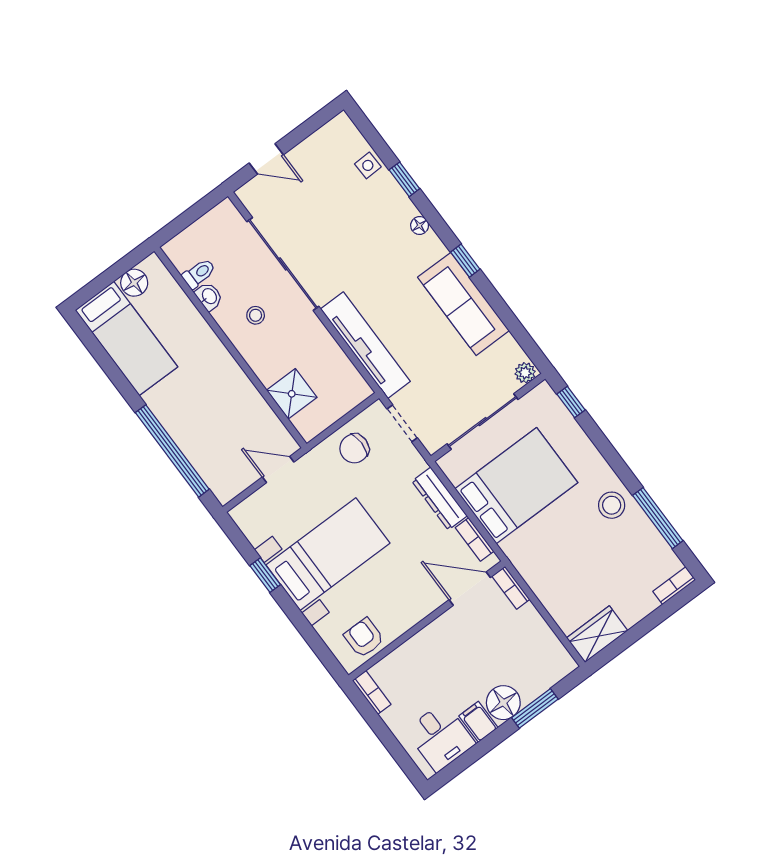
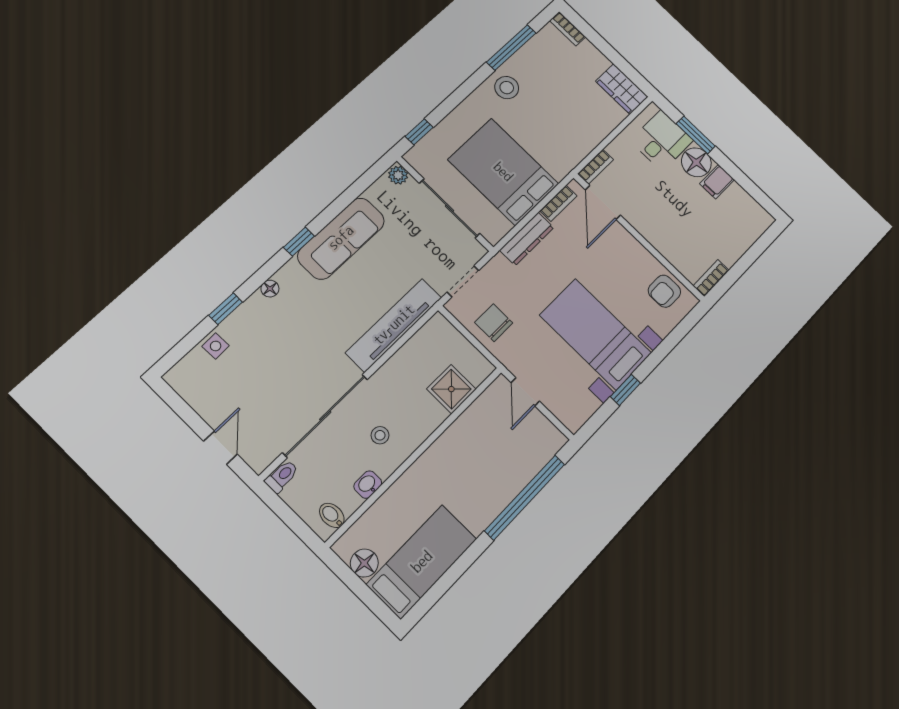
bidet: (185, 258) -> (332, 515), added
toilet: (199, 273) -> (282, 476), moved, turned 90
chair: (354, 448) -> (494, 323), turned 180
desk: (440, 737) -> (662, 141), moved

